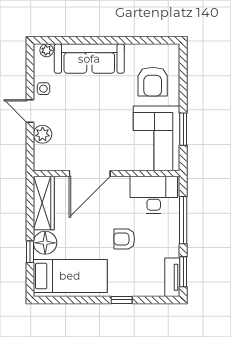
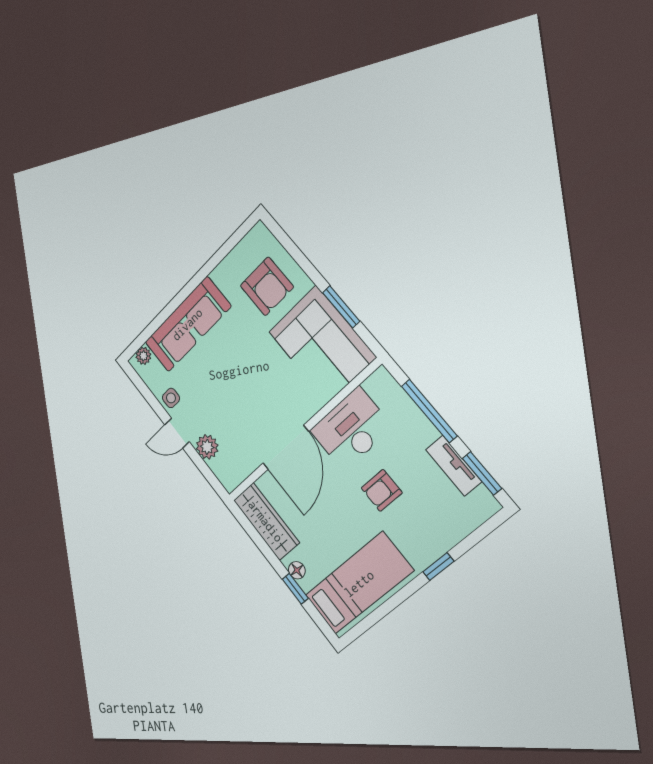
desk: (154, 195) -> (351, 429), moved
floor lamp: (45, 243) -> (297, 570), width x0.53, depth x0.53
tv unit: (172, 277) -> (454, 466), moved

